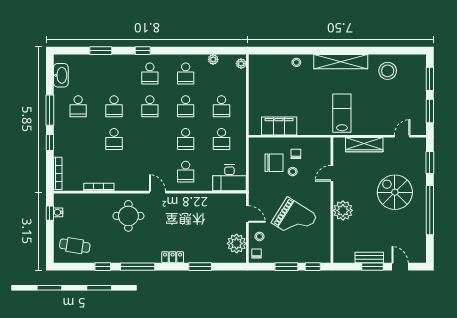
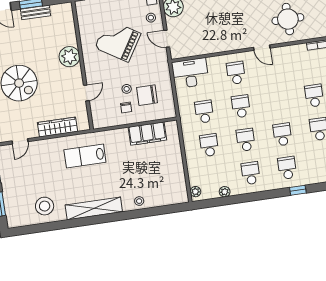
lab bench: (342, 113) -> (85, 156), turned 90

